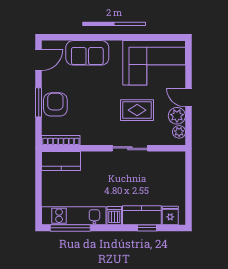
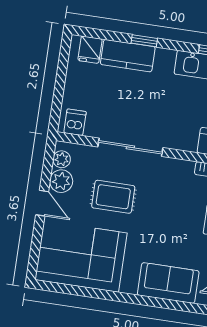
sliding door: (130, 148) -> (130, 147), width x1.37
dishwasher: (114, 216) -> (75, 122), moved, turned 180
window: (147, 228) -> (144, 41), moved

